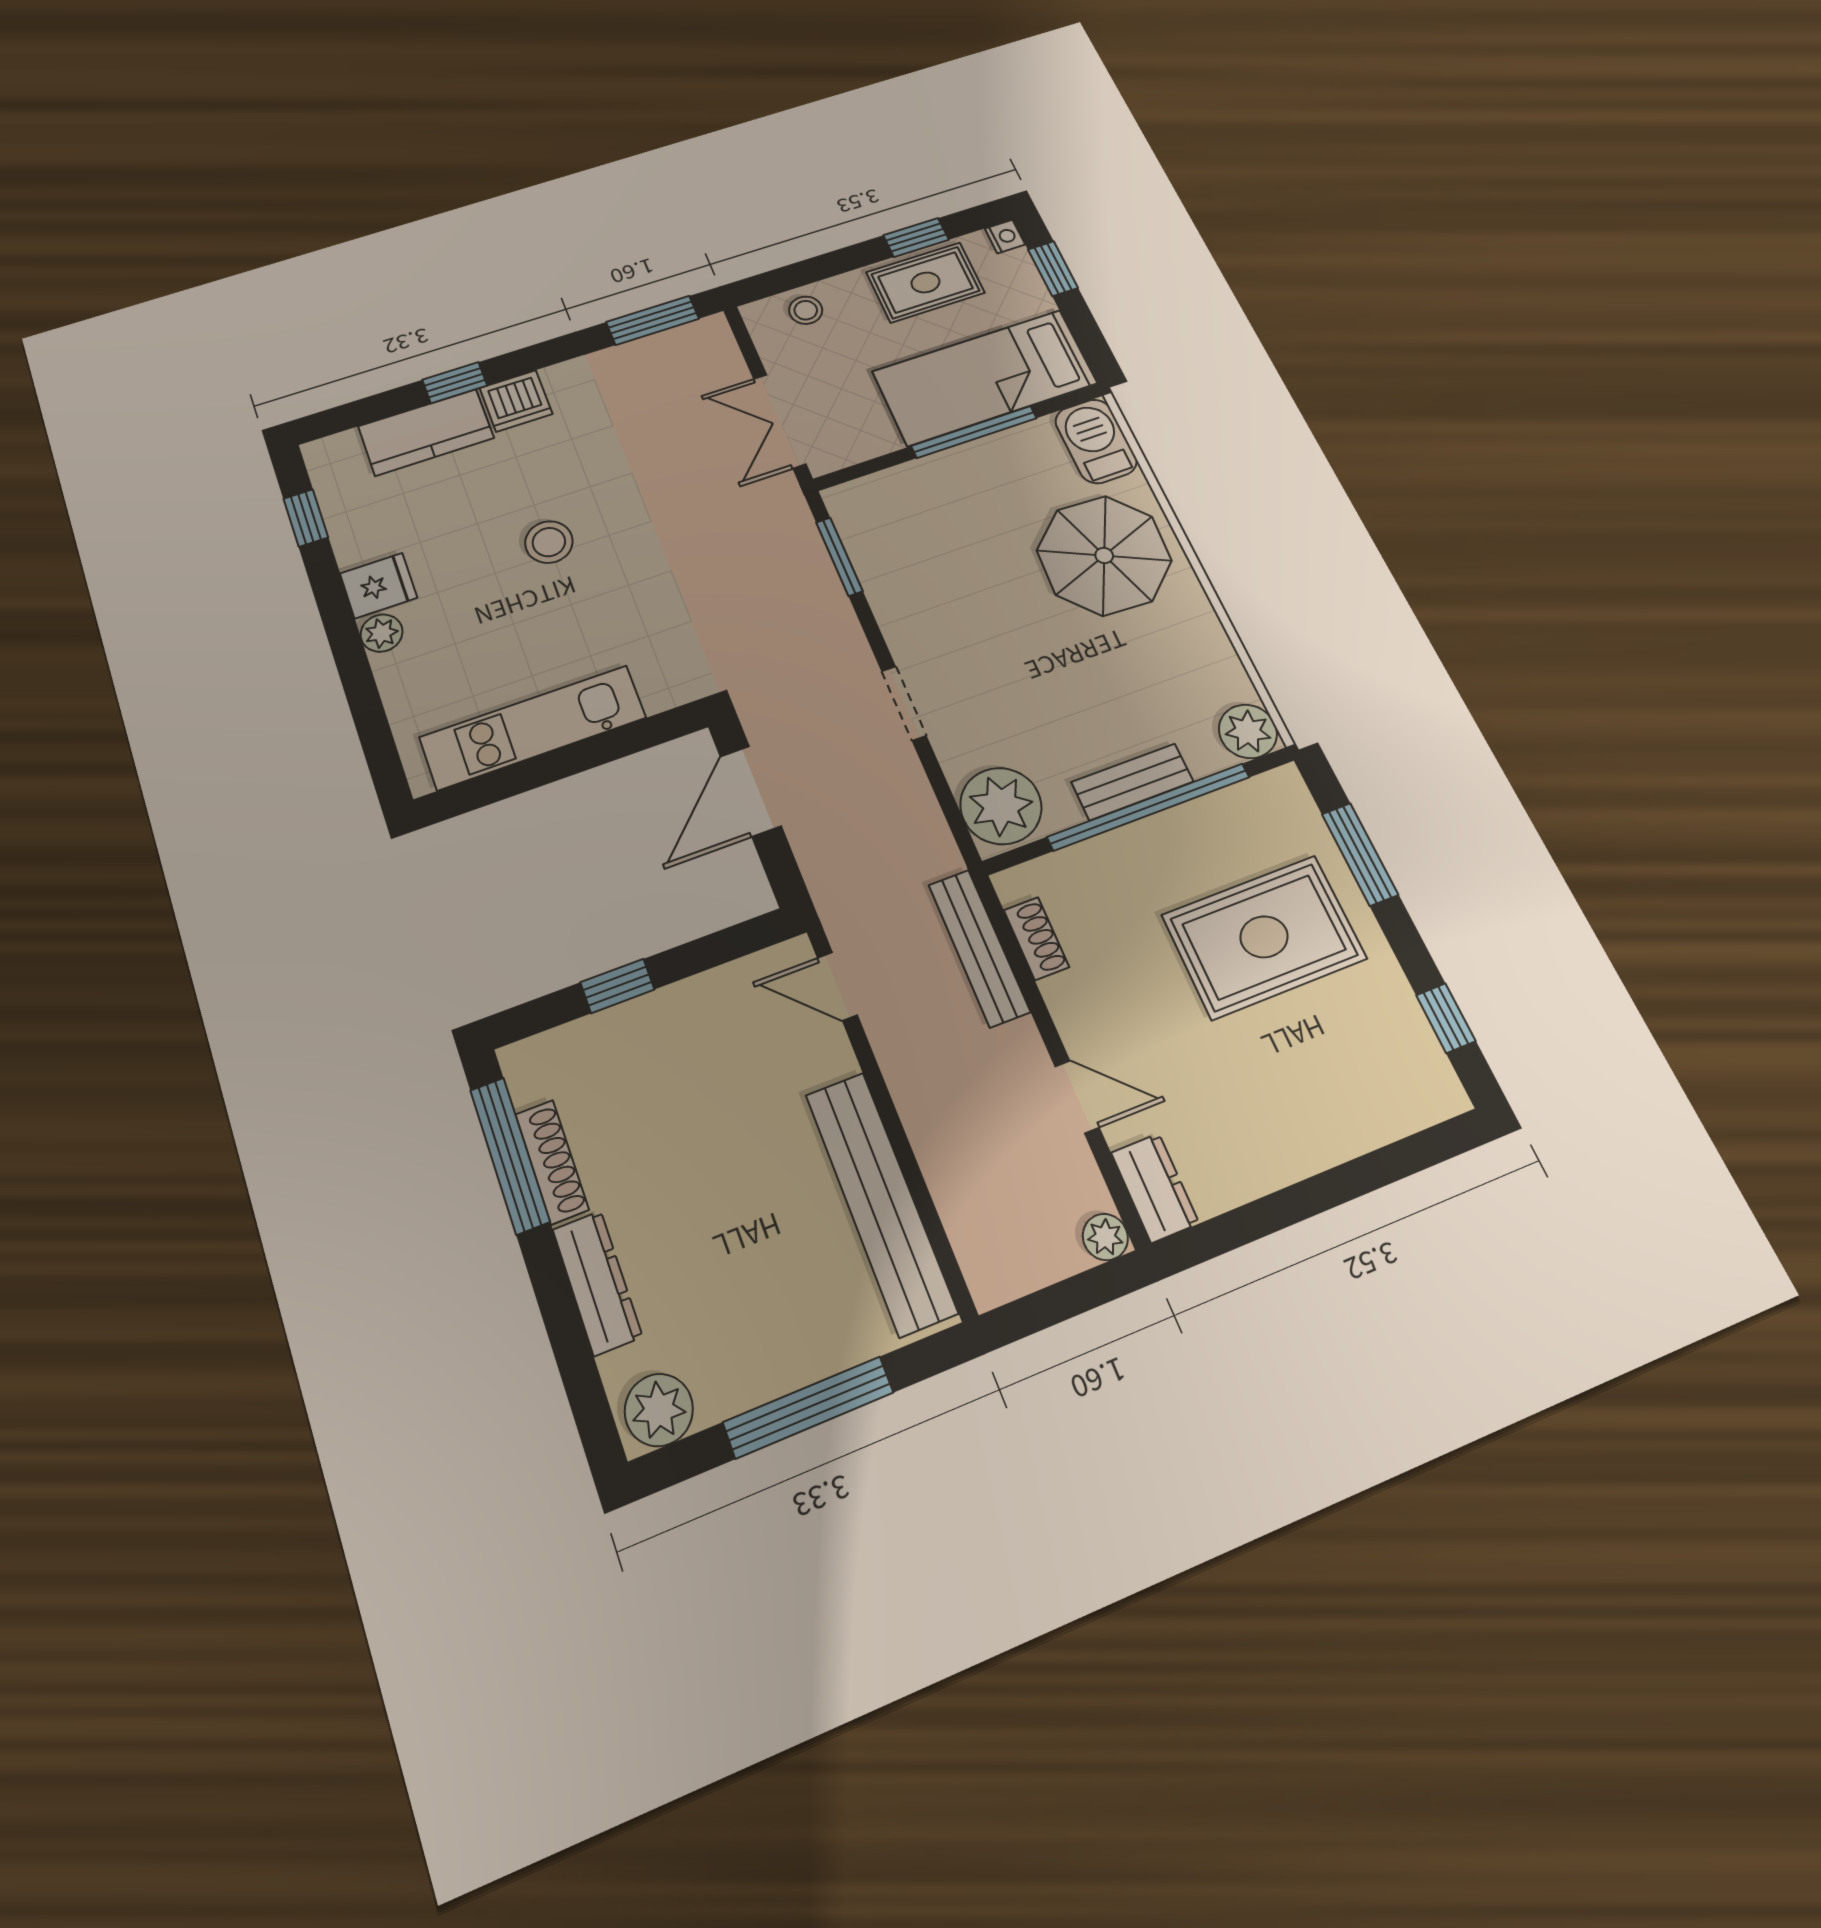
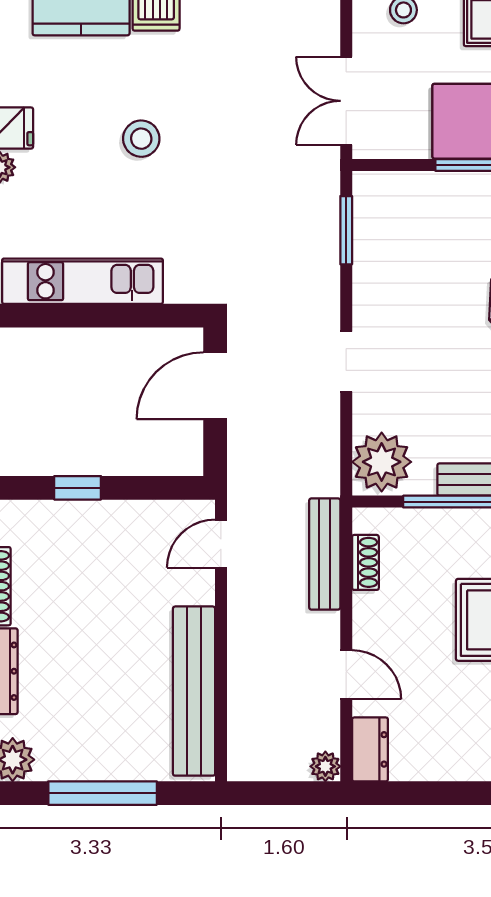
door: (837, 986) -> (221, 544), hinge flipped

